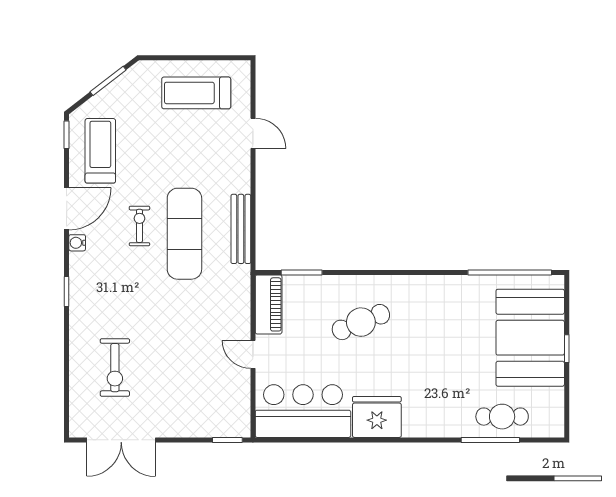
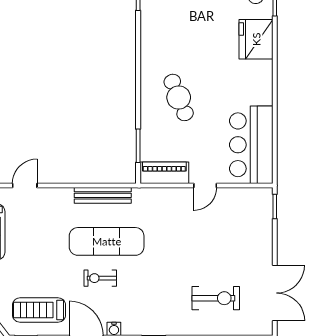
fridge: (377, 417) -> (256, 39), moved

